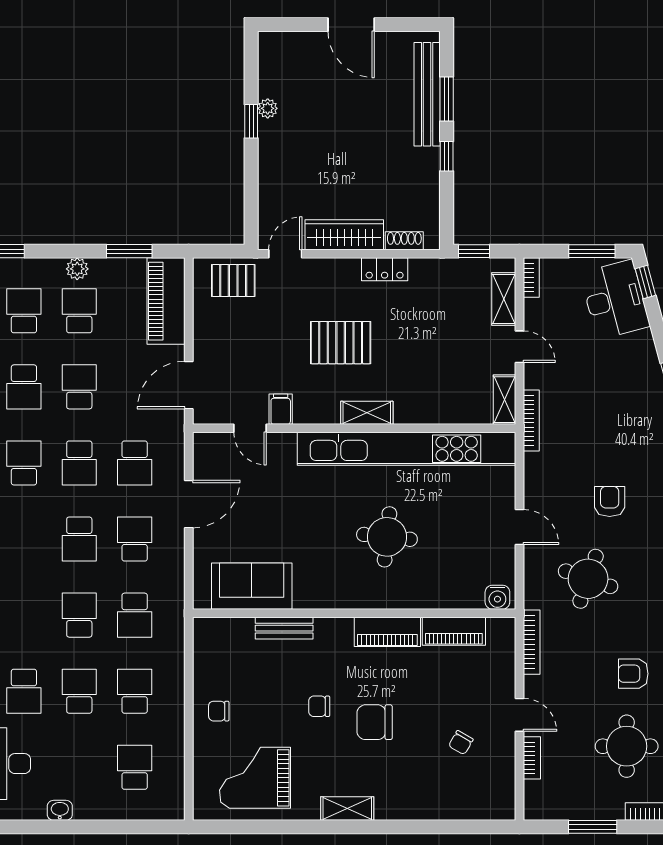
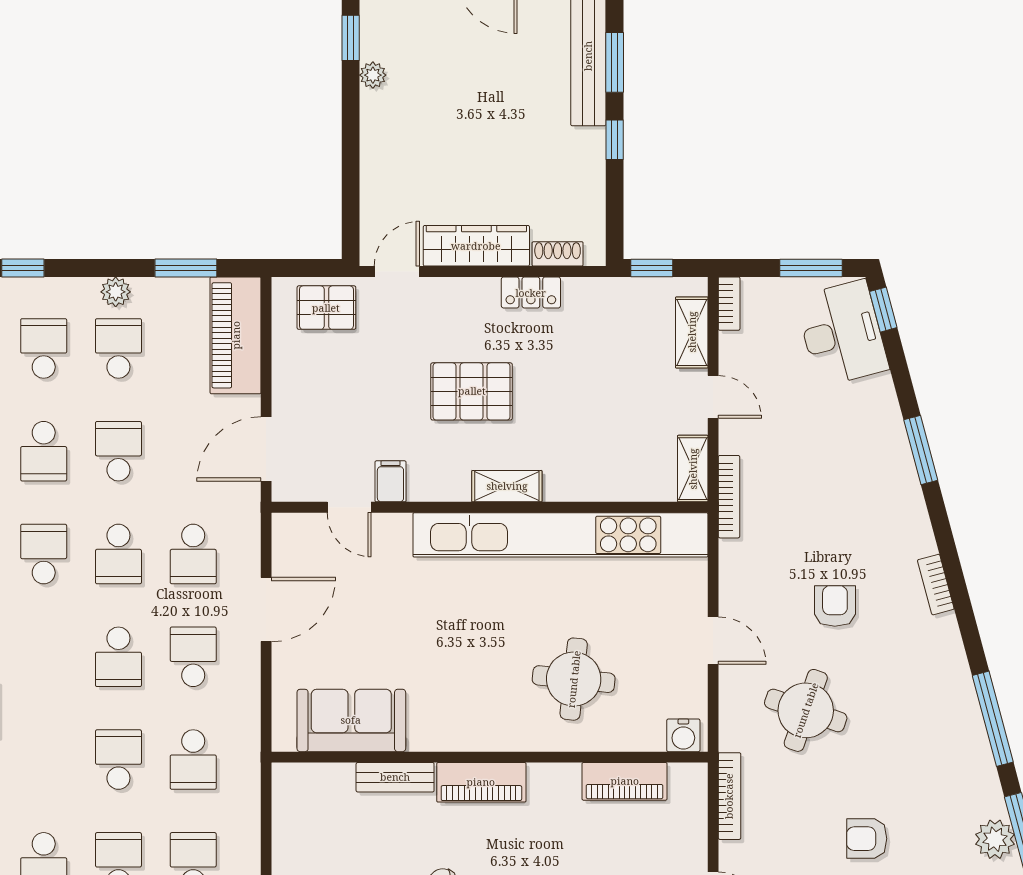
window: (251, 121) -> (351, 38), moved
round table: (387, 537) -> (574, 679), moved
piano: (387, 632) -> (481, 782), moved

